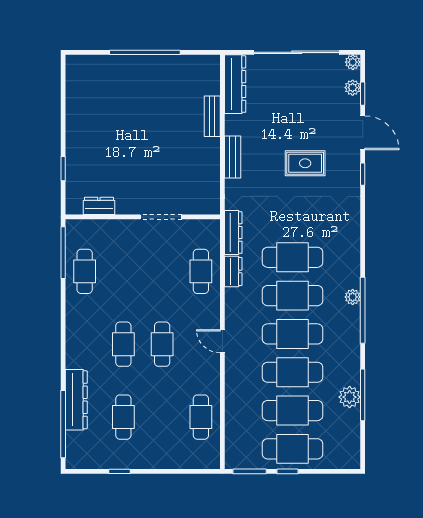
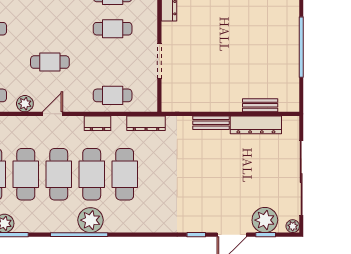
dresser: (235, 84) -> (256, 125), moved
plant: (353, 88) -> (265, 220), width x1.88, depth x1.88
bench: (212, 116) -> (260, 105), moved
rug: (305, 163) -> (206, 185), removed
dresser: (233, 271) -> (98, 123), moved
plant: (353, 297) -> (91, 220), width x1.87, depth x1.87
cafe table: (123, 344) -> (113, 29), moved
plant: (210, 373) -> (25, 104), added

